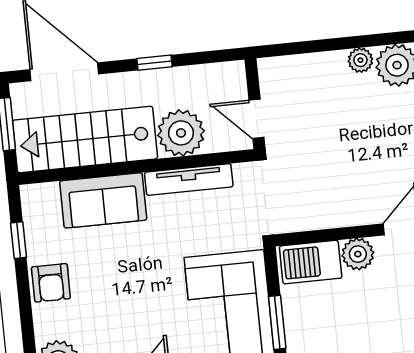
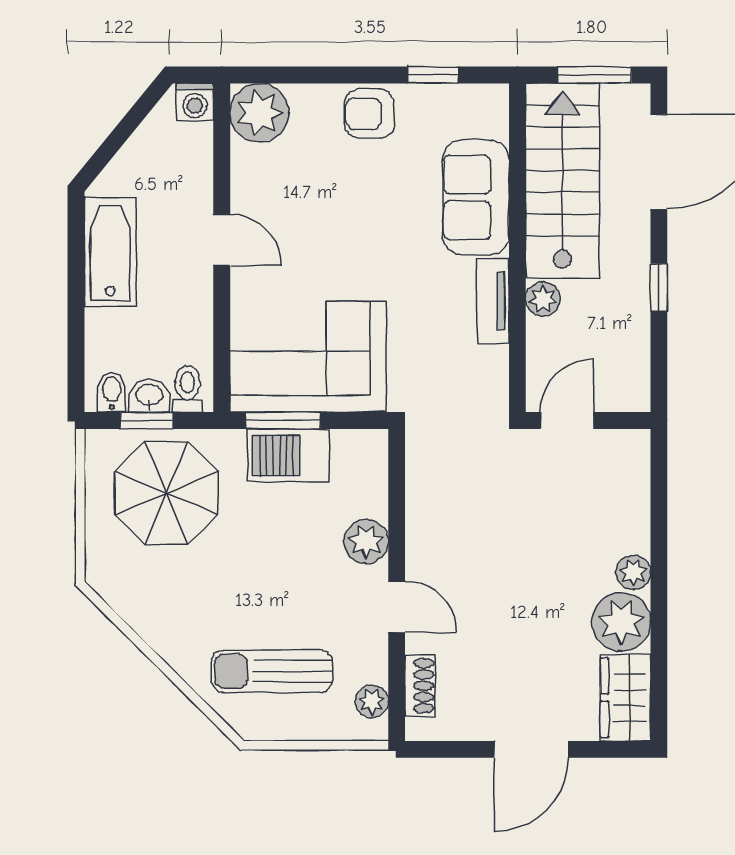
plant: (181, 133) -> (543, 299), width x0.53, depth x0.53
tv unit: (189, 179) -> (493, 301), width x0.71
barbecue: (311, 262) -> (288, 455), moved, turned -90

